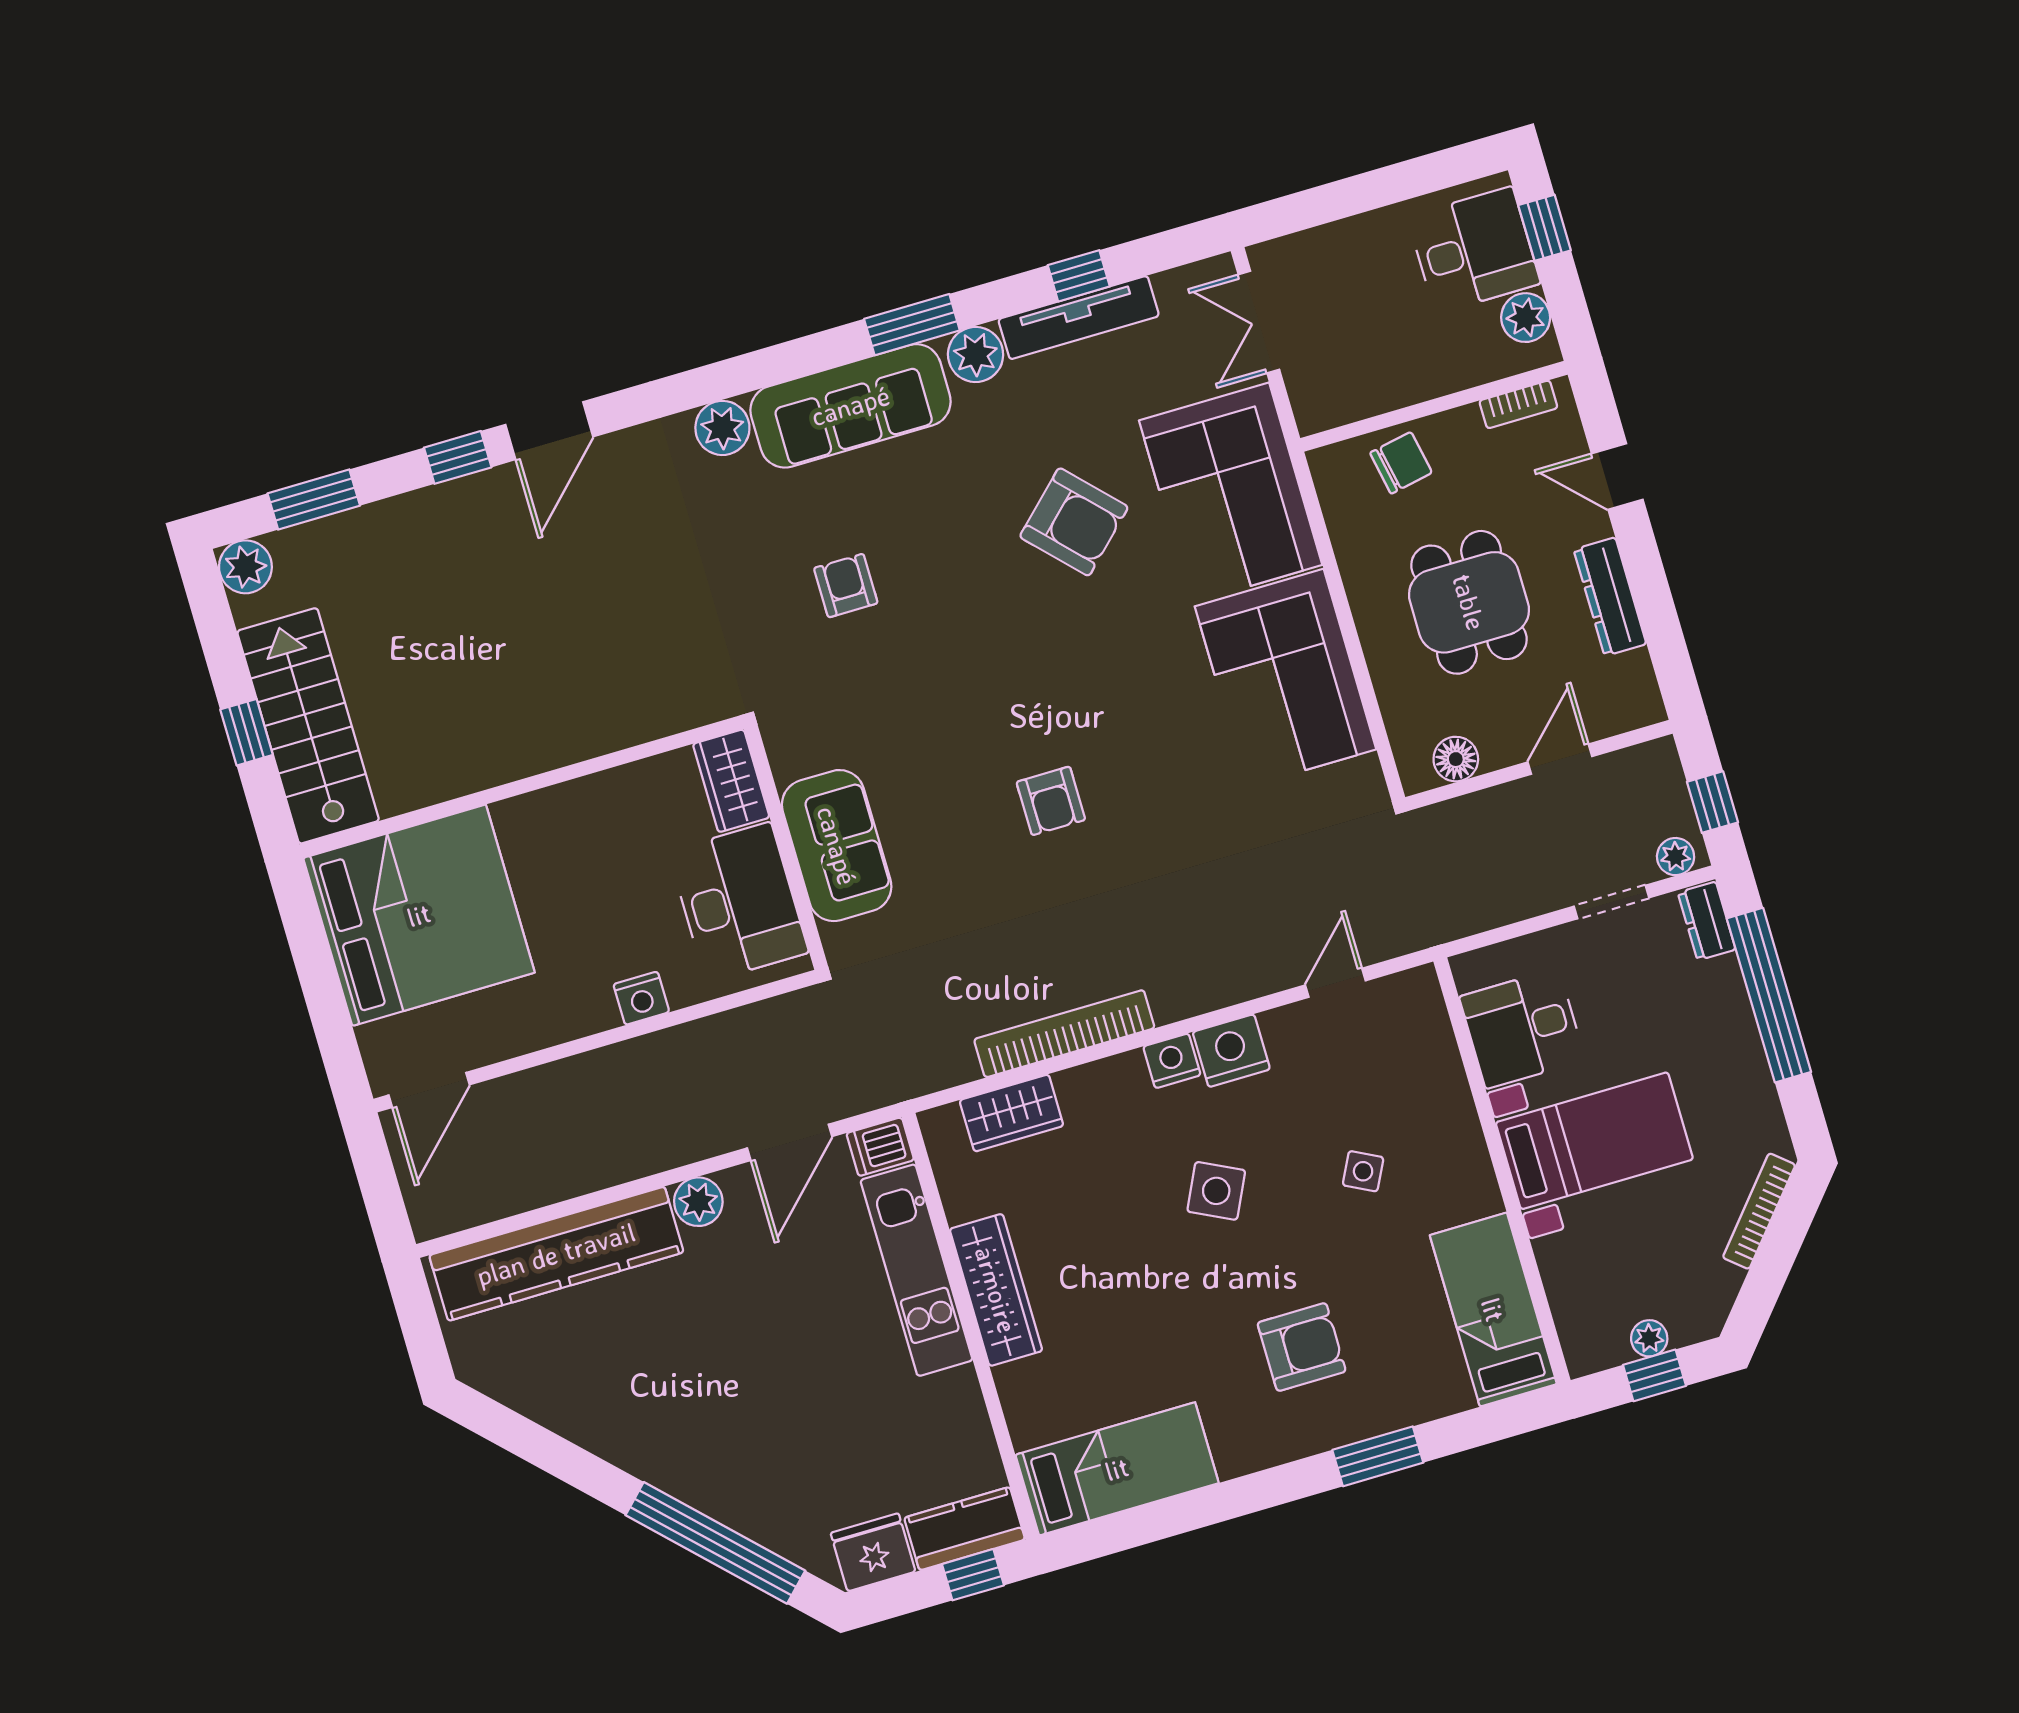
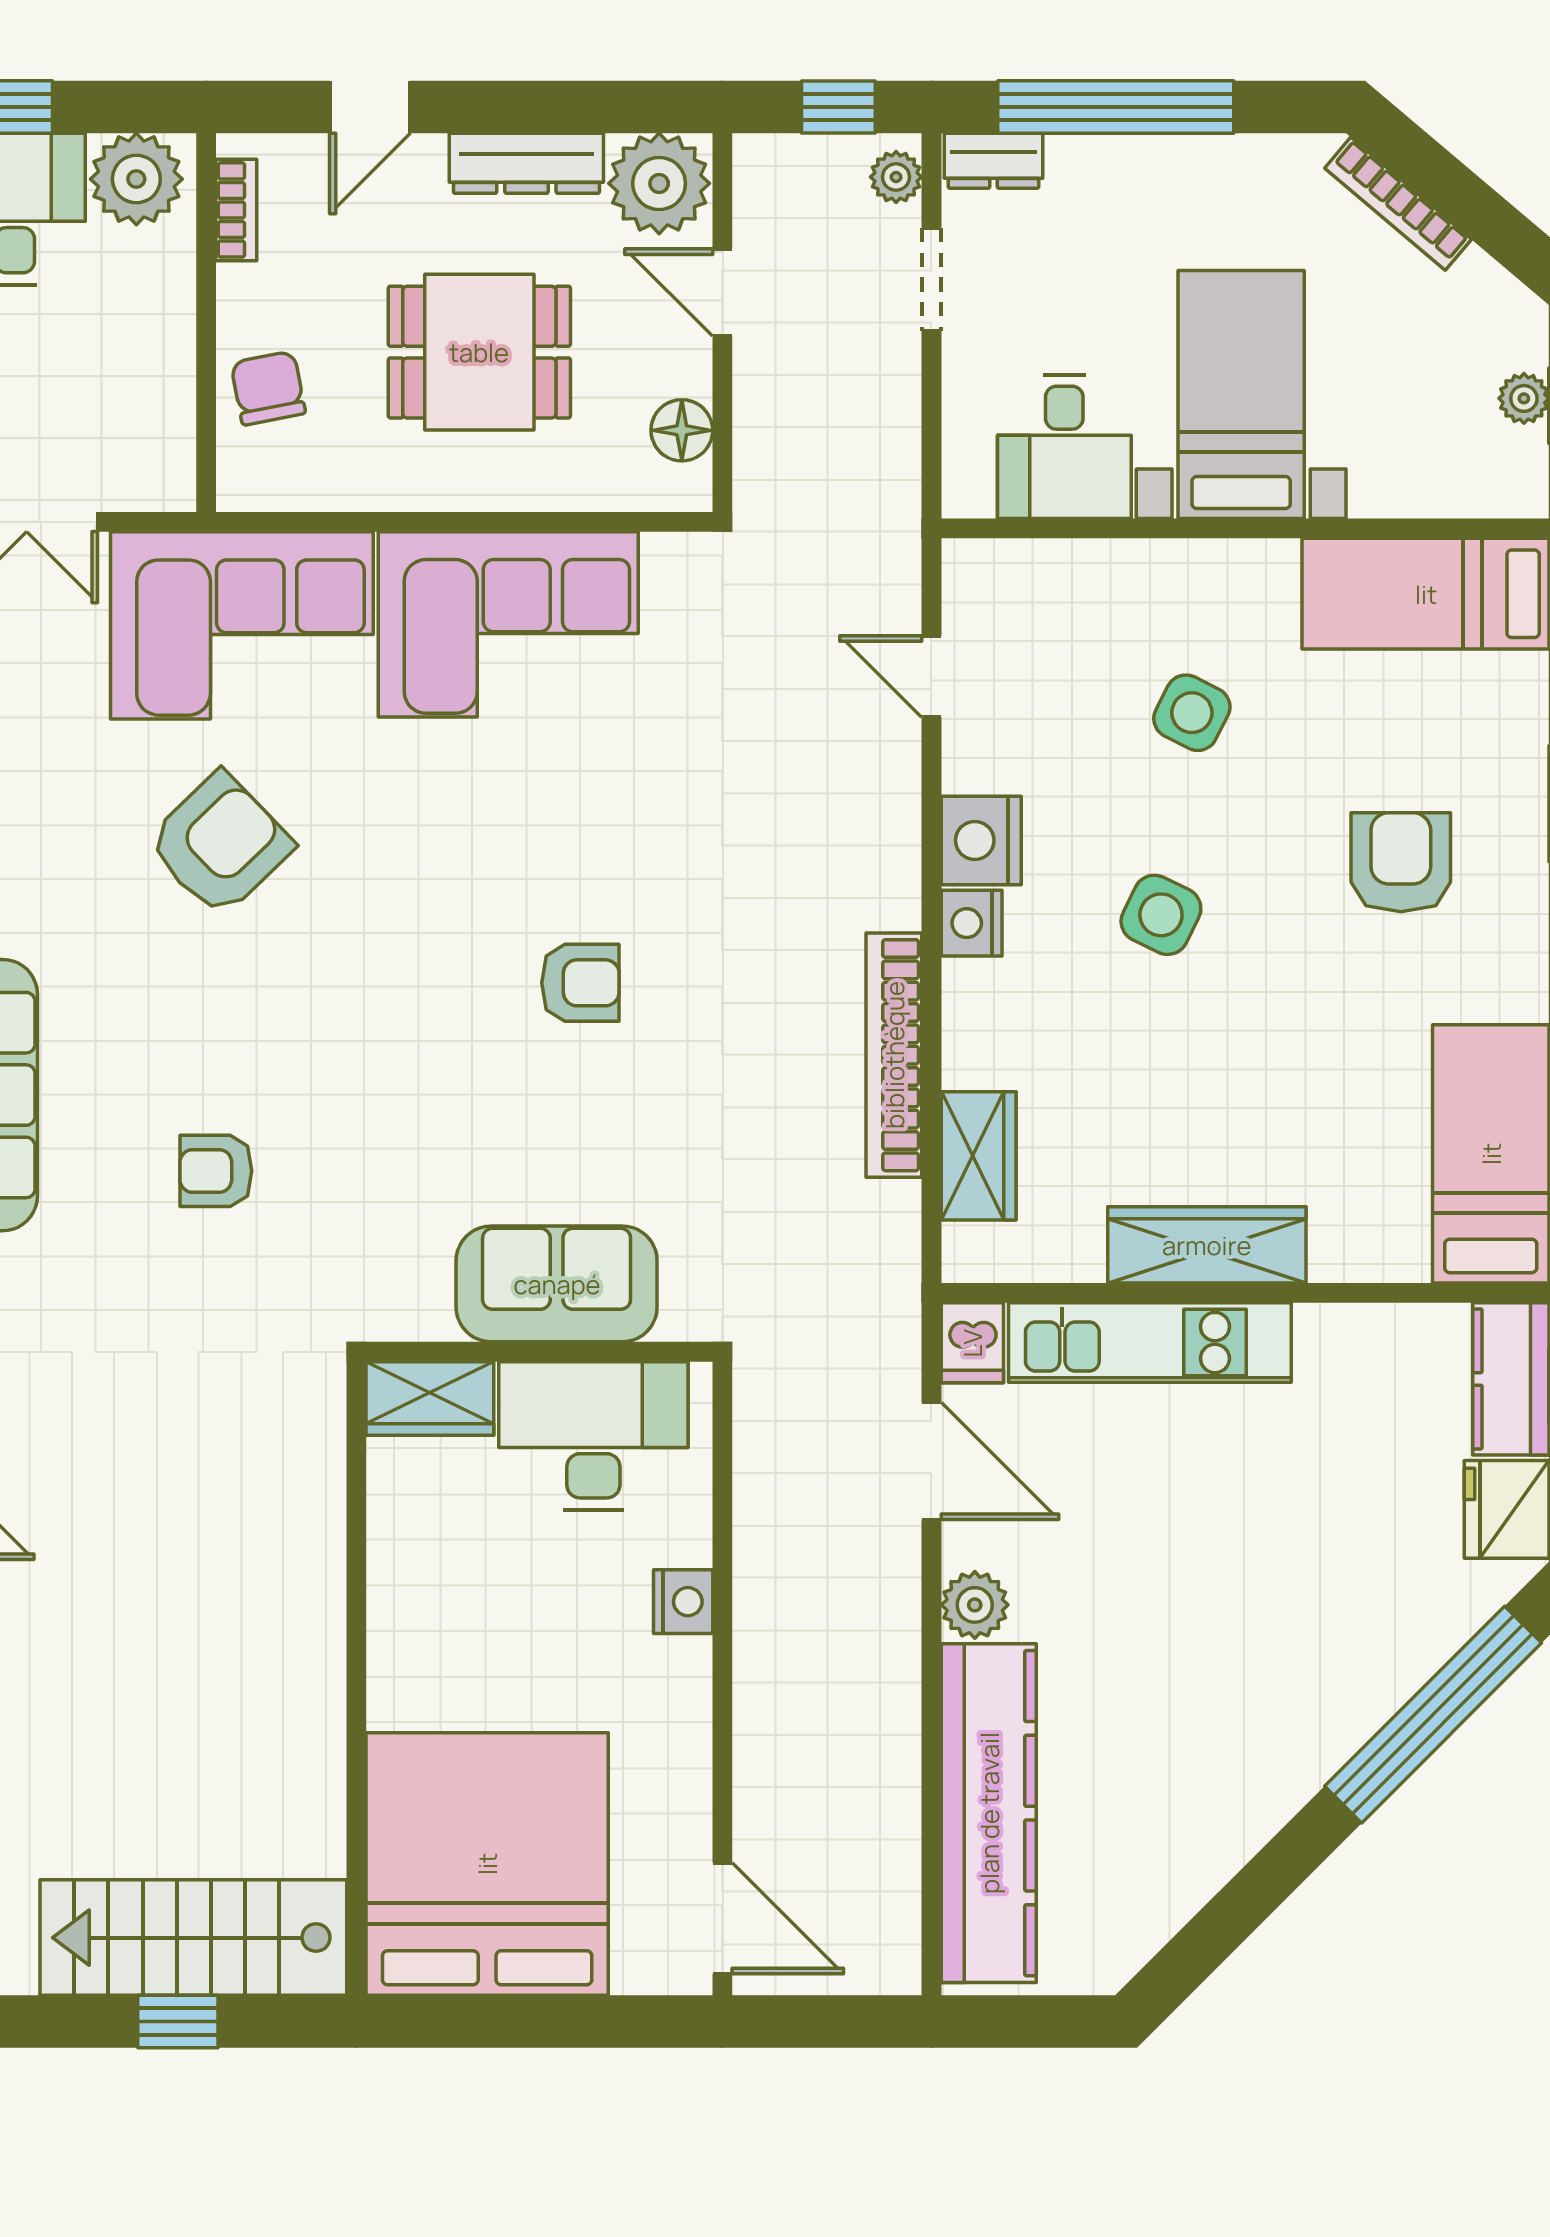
plant: (1526, 318) -> (136, 179), width x1.36, depth x1.36
plant: (1623, 693) -> (659, 183), added
side table: (1363, 1171) -> (1192, 713), width x1.37, depth x1.37

